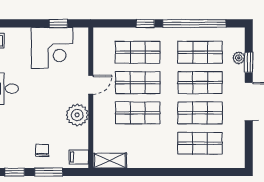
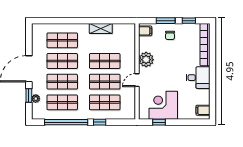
shelving: (110, 161) -> (101, 28), moved

